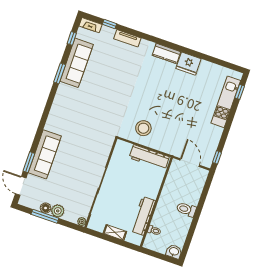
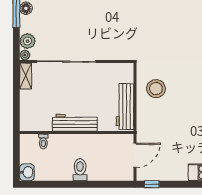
plant: (58, 211) -> (28, 41), moved
workbench: (143, 216) -> (75, 123), moved
shelving: (115, 232) -> (26, 76), moved

